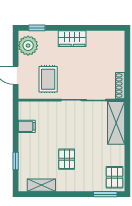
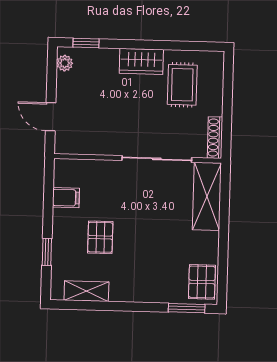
plant: (28, 46) -> (65, 63), width x0.53, depth x0.53
rug: (48, 79) -> (182, 85), moved
pallet: (67, 159) -> (100, 237), moved

